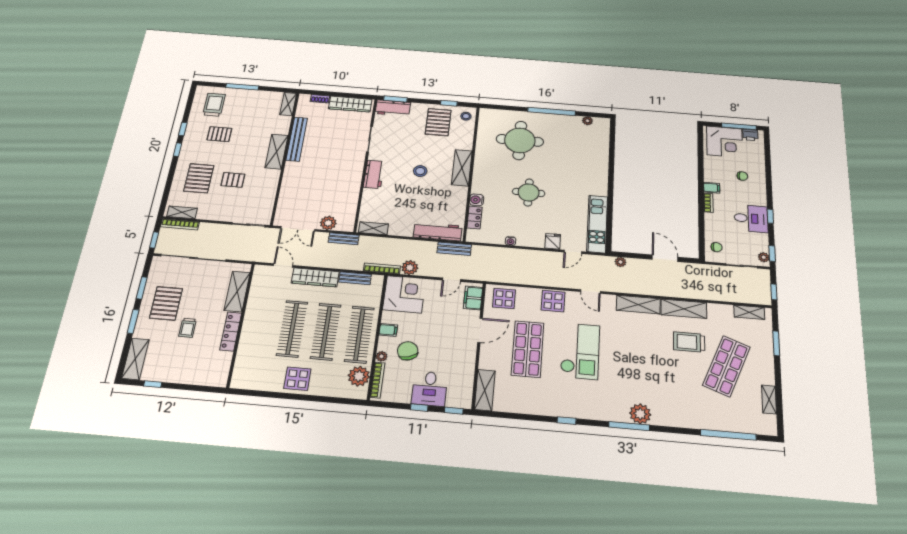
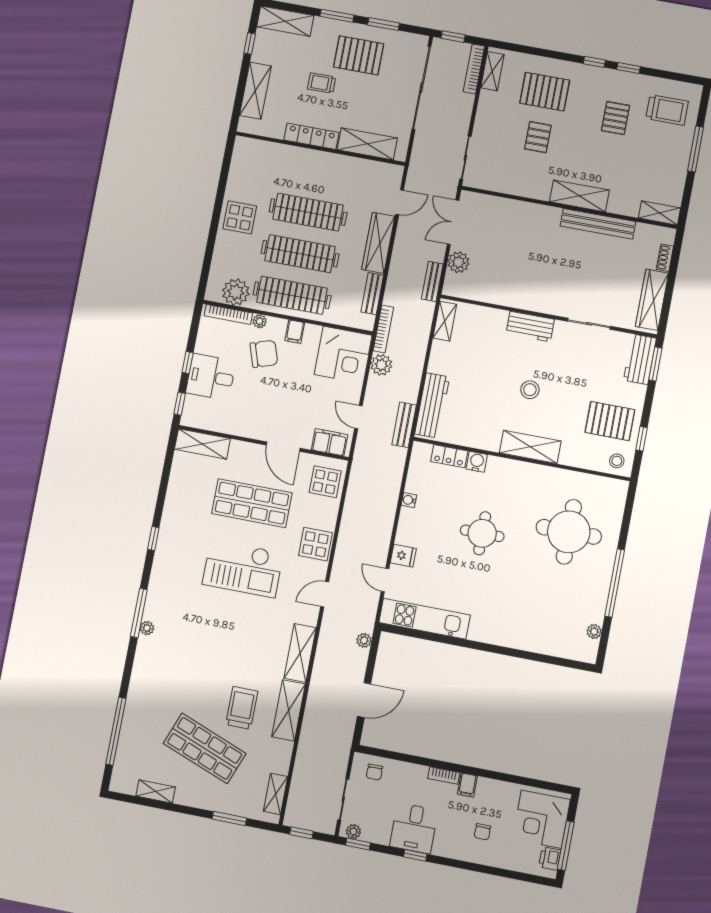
shelving: (192, 376) -> (255, 91), added
plant: (640, 414) -> (147, 628), width x0.53, depth x0.53

